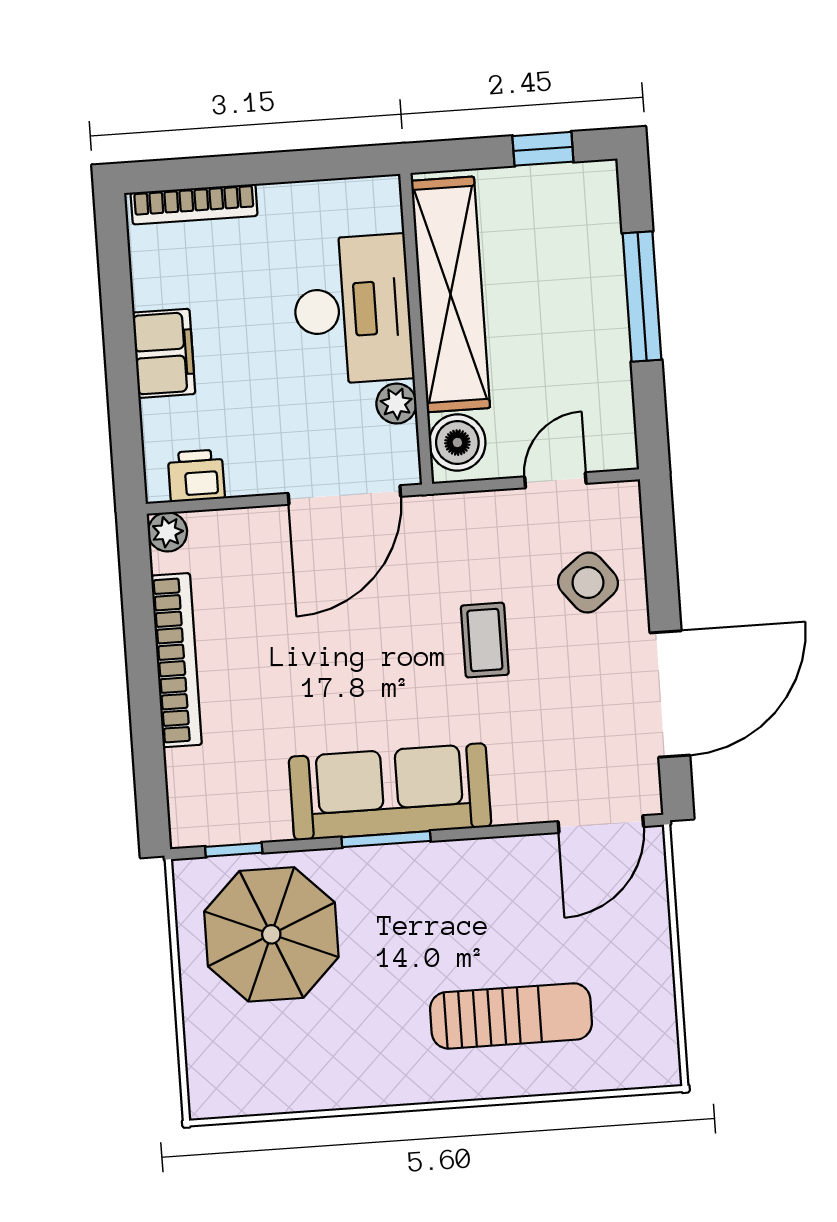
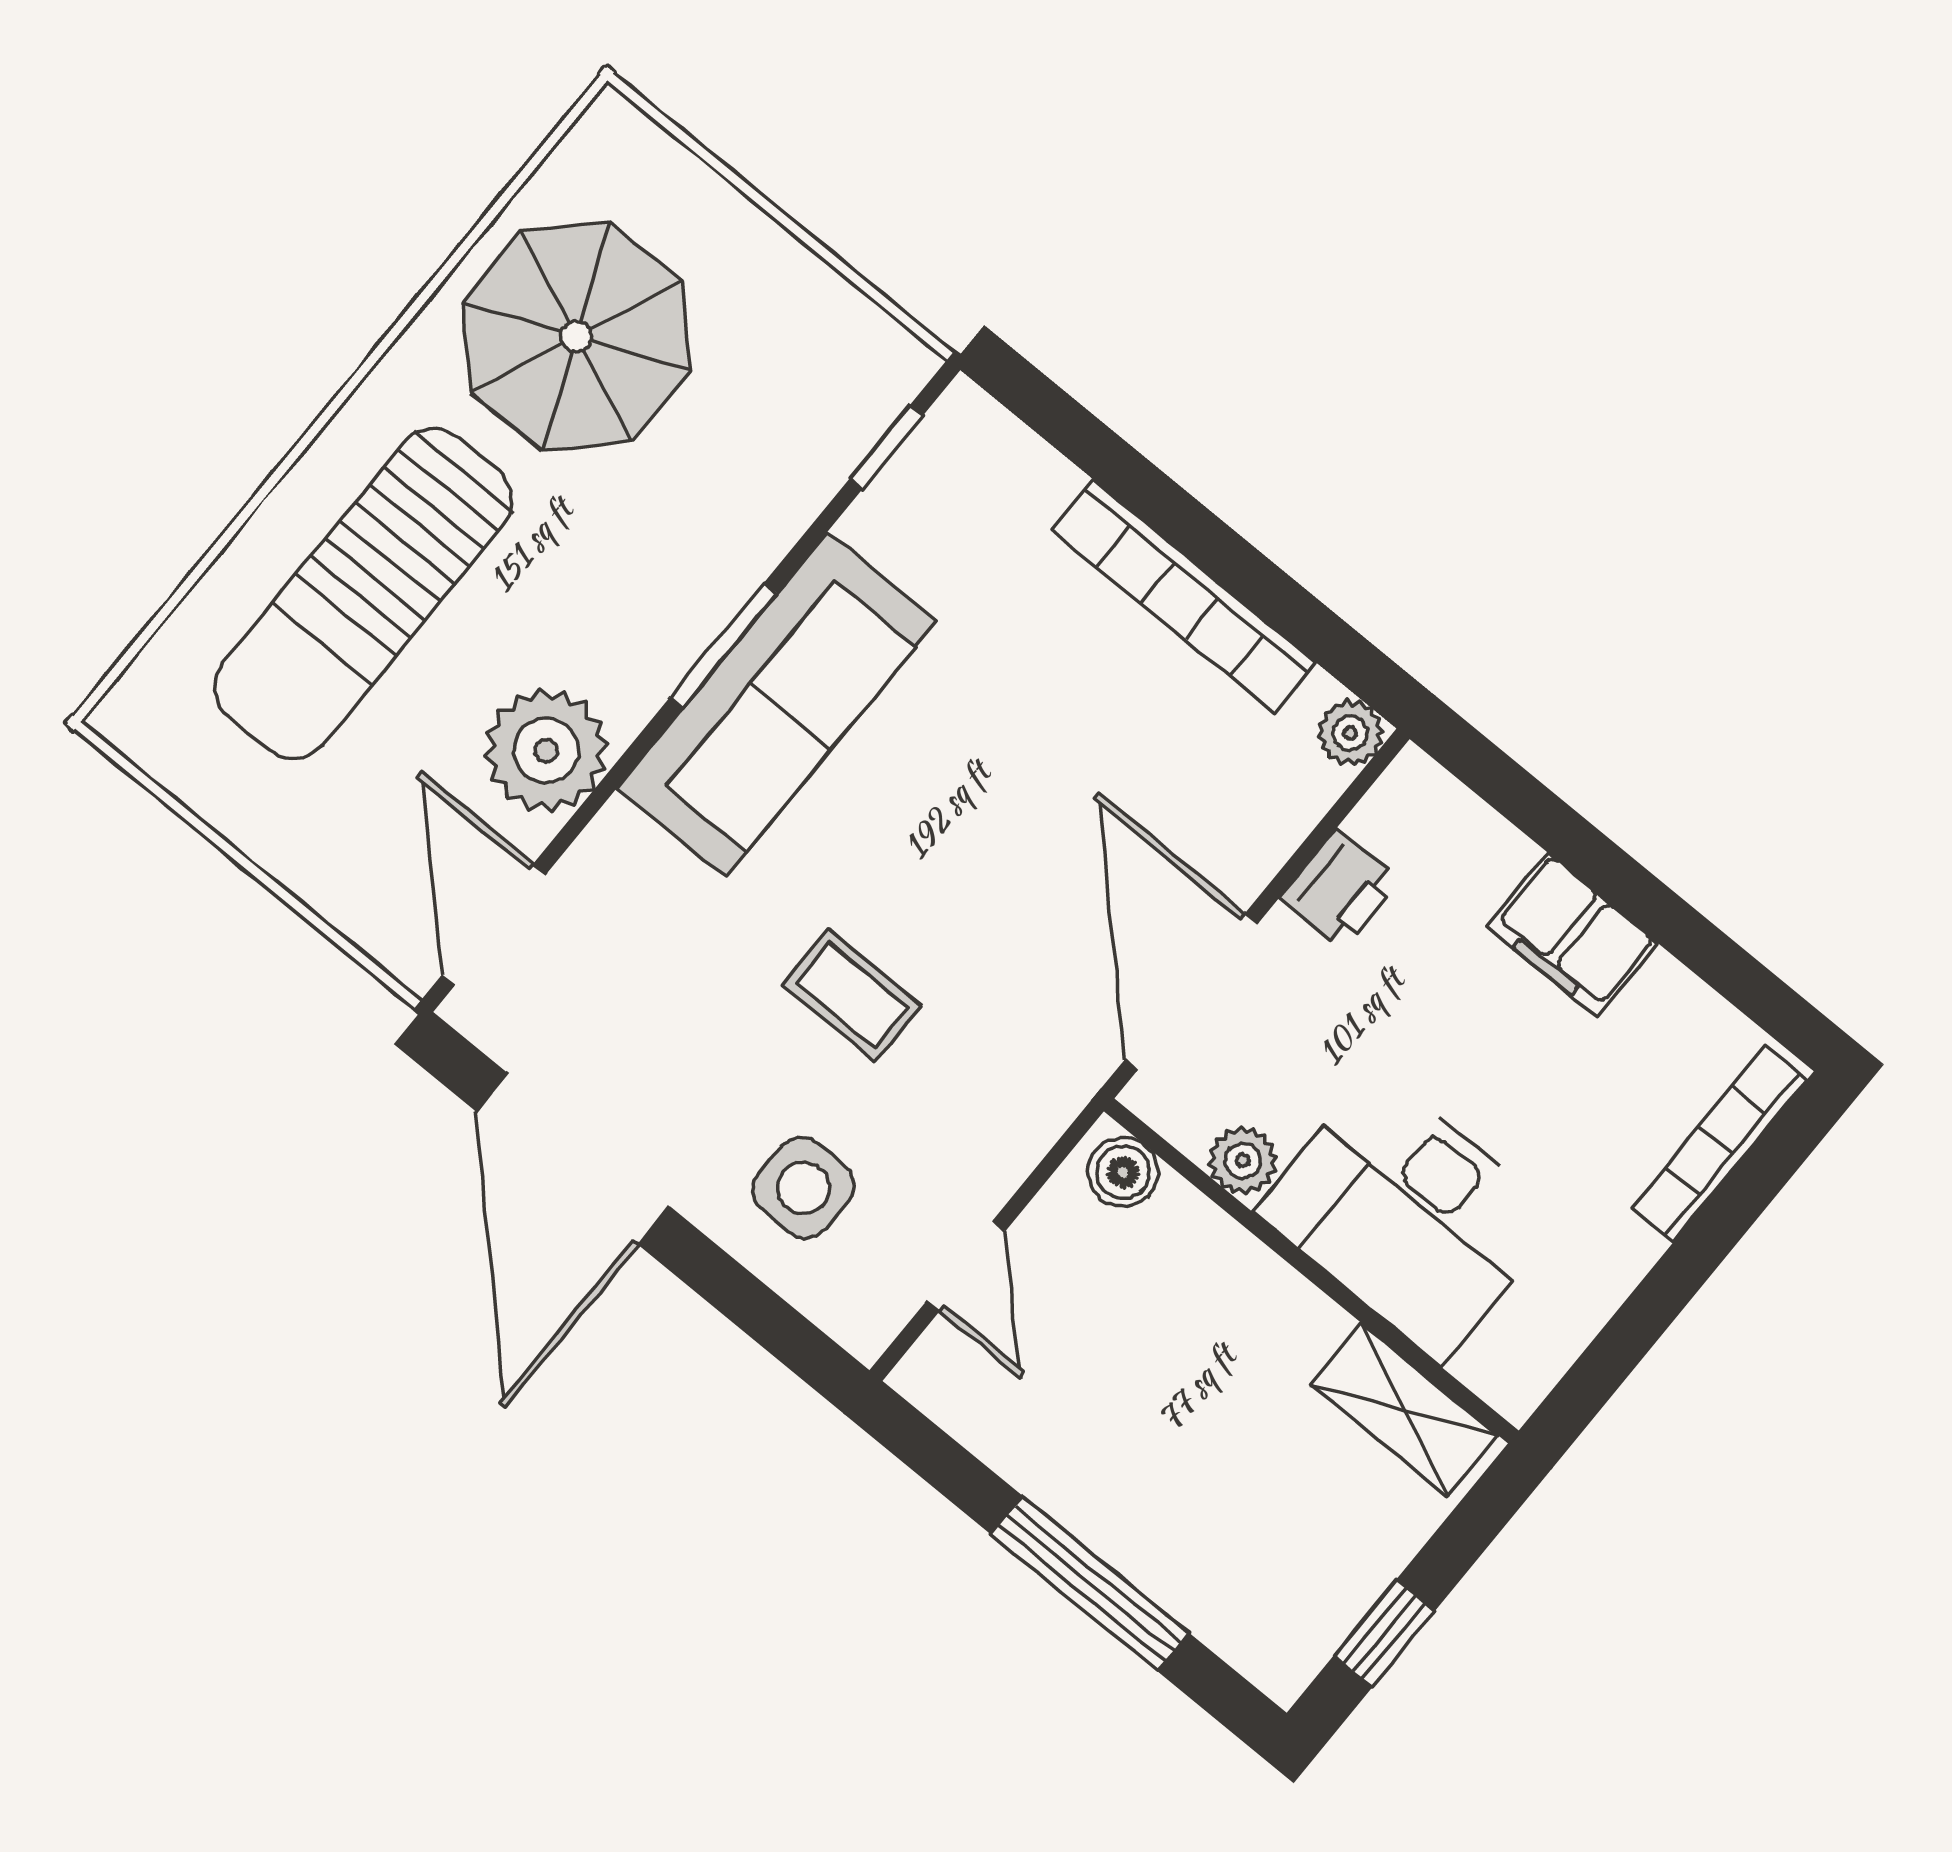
shelving: (450, 294) -> (1404, 1410), width x0.45, depth x0.75
boiler: (457, 443) -> (1123, 1172), width x0.73, depth x0.73
printer: (196, 476) -> (1340, 889), moved
side table: (588, 583) -> (803, 1188), turned 38
plant: (504, 873) -> (546, 751), added
parasol: (271, 934) -> (576, 336), moved
sun lounger: (511, 1016) -> (364, 594), width x1.36, depth x1.34

